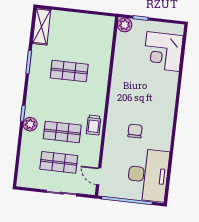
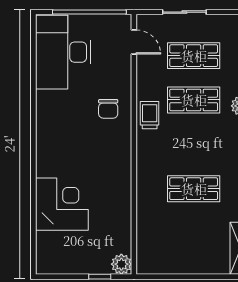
corner desk: (163, 52) -> (62, 204), moved
chair: (135, 131) -> (108, 109), moved

